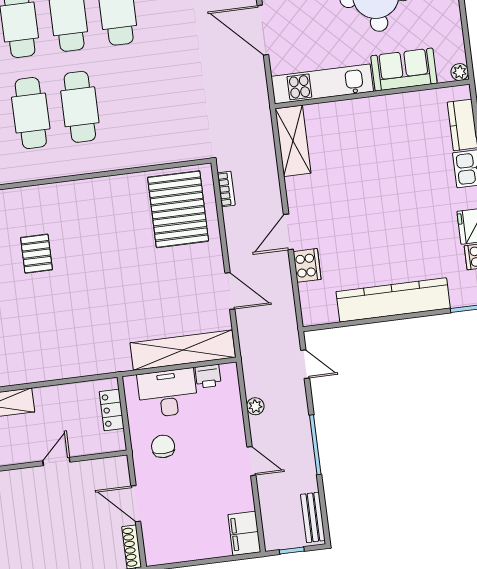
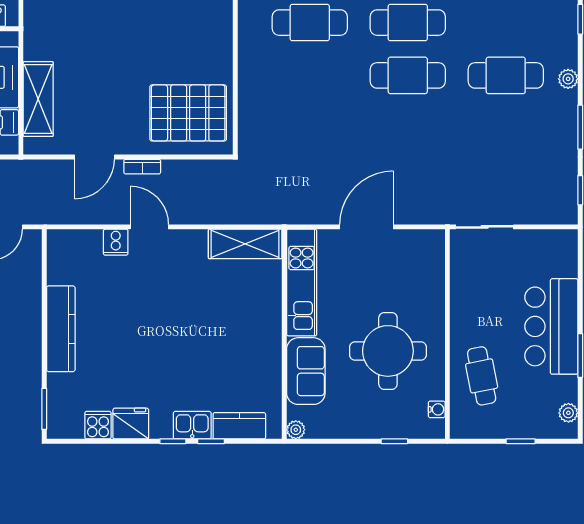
bookcase: (226, 189) -> (142, 167), moved
cooker: (307, 265) -> (116, 242), width x0.73
kitchen counter: (393, 300) -> (61, 329), width x0.72, depth x0.86
shelving: (183, 350) -> (38, 99), width x0.68

